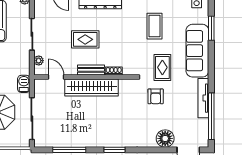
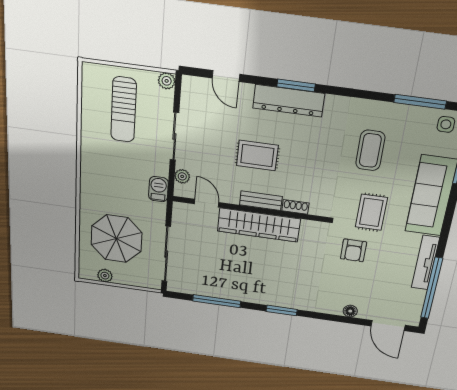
barbecue: (24, 84) -> (158, 189), moved
floor lamp: (165, 138) -> (350, 311), width x0.53, depth x0.53

